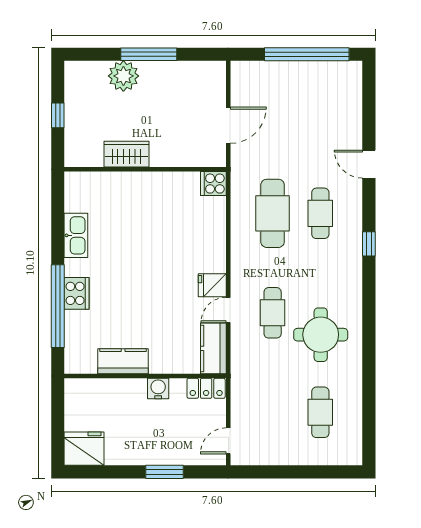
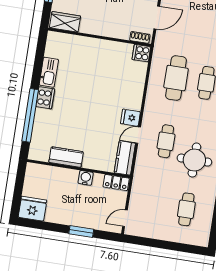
wardrobe: (126, 154) -> (65, 22), moved
shoe rack: (207, 160) -> (140, 37), added
cooker: (77, 293) -> (45, 98), moved

